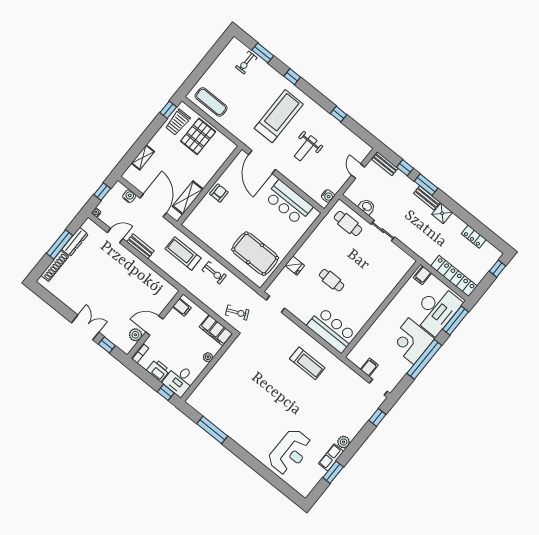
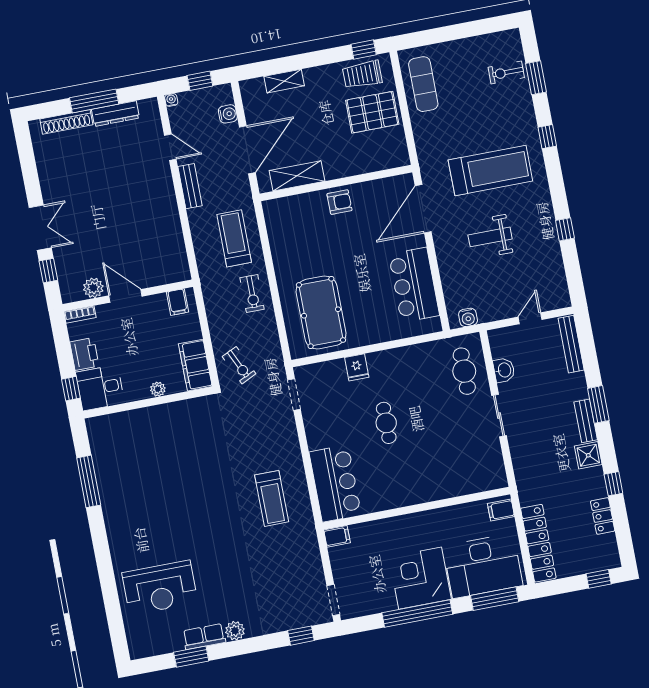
bench: (385, 164) -> (571, 344), width x1.36
window: (405, 168) -> (613, 484), moved
filing cabinet: (369, 367) -> (337, 536), moved

